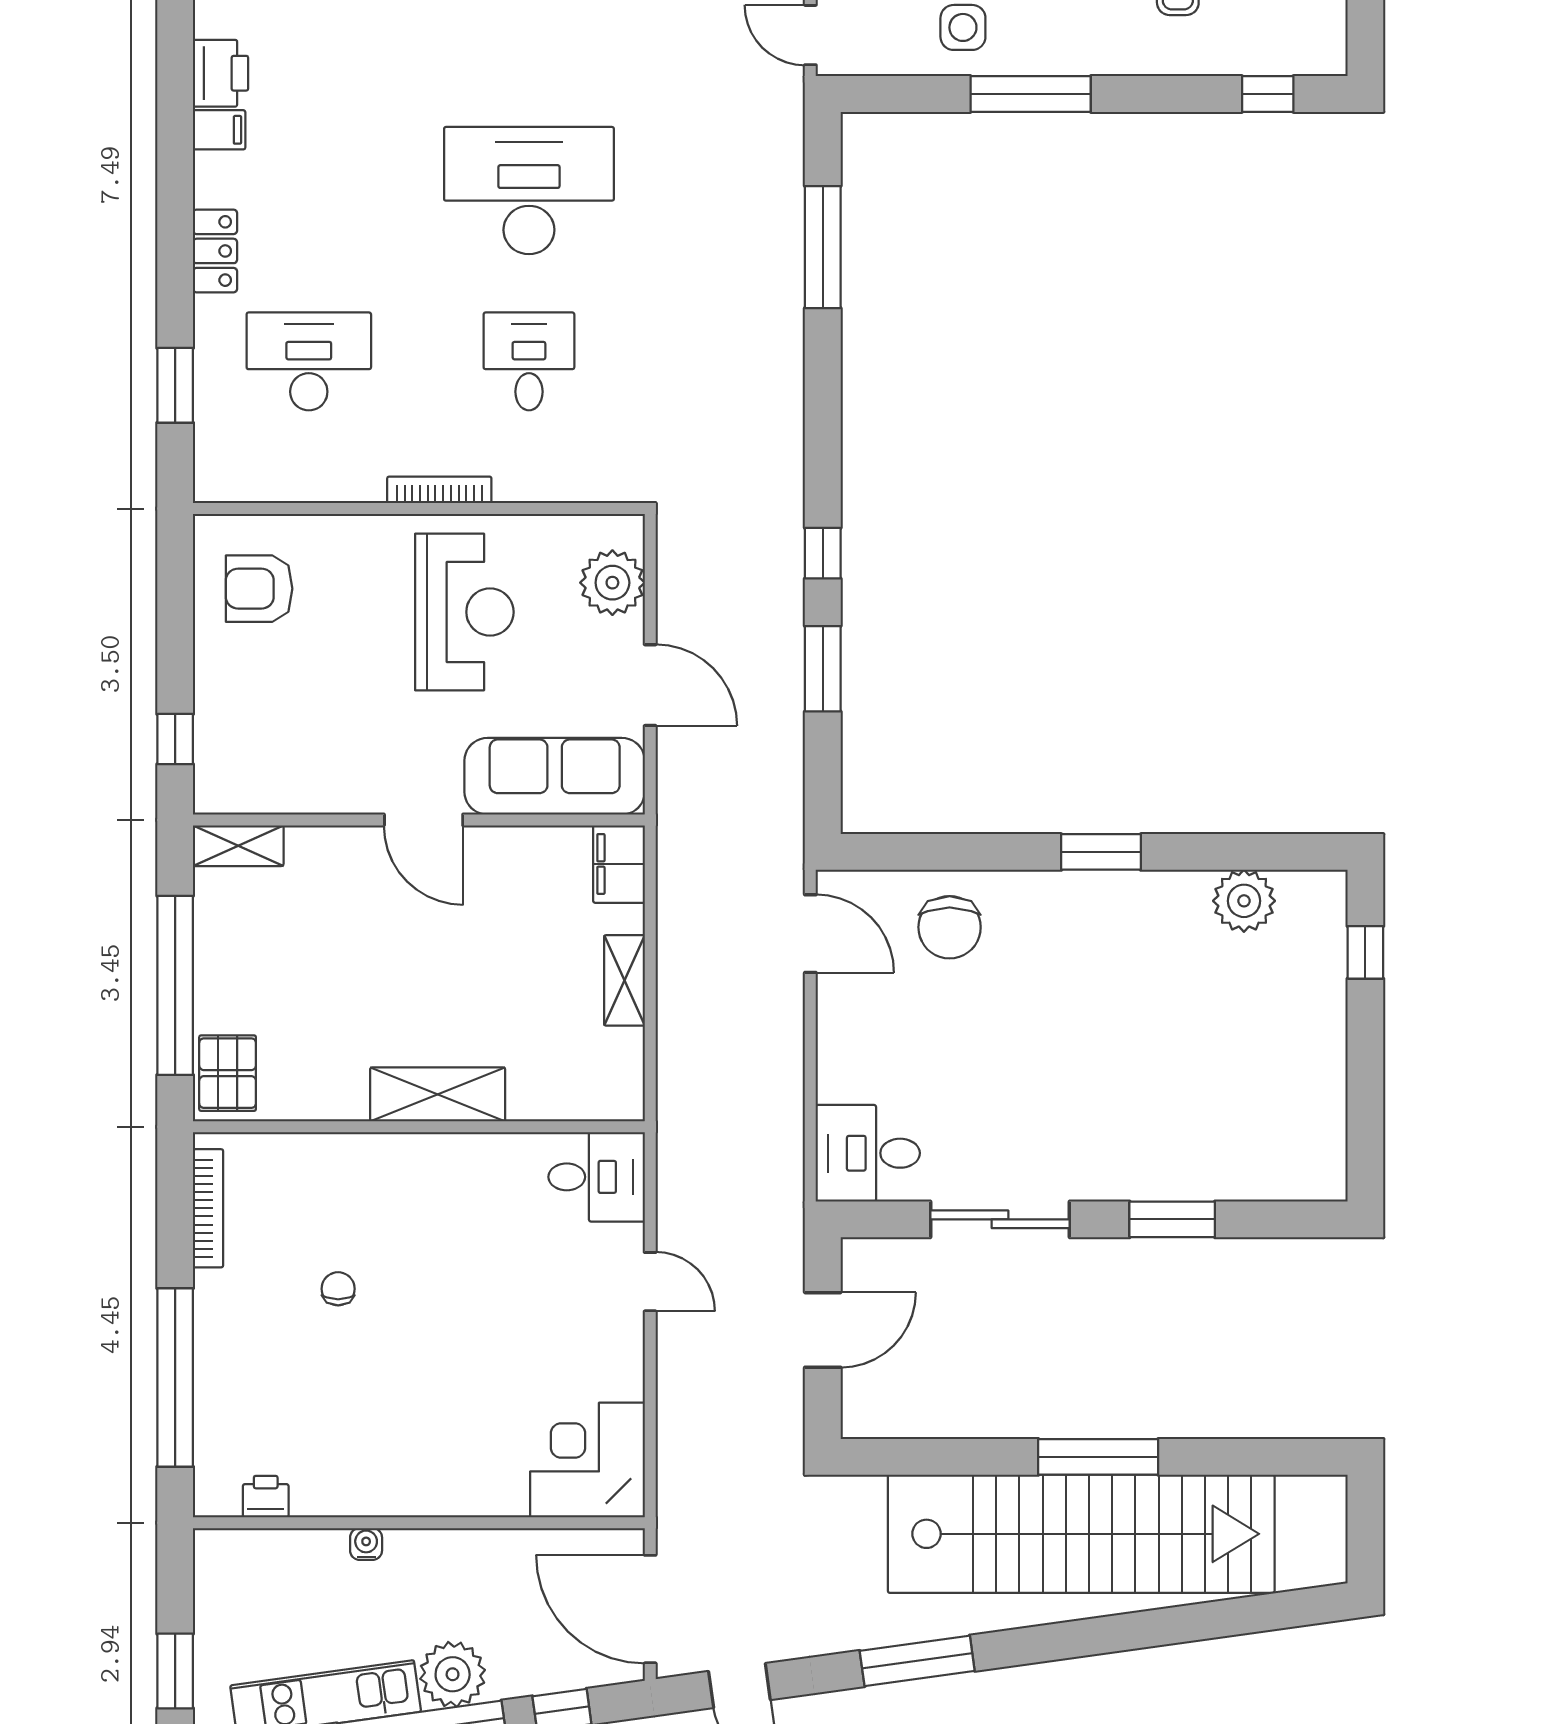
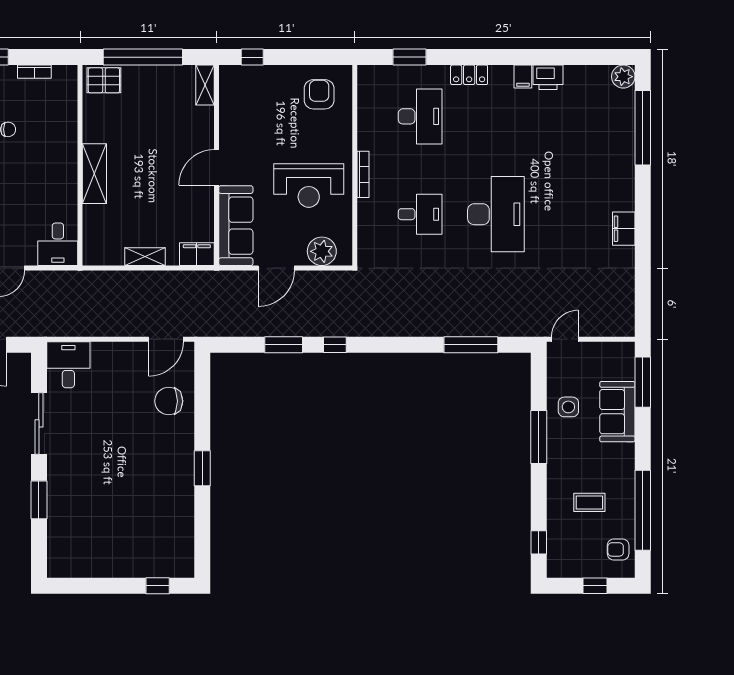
plant: (1244, 901) -> (180, 532), removed
bookcase: (208, 1208) -> (34, 72), width x0.64

